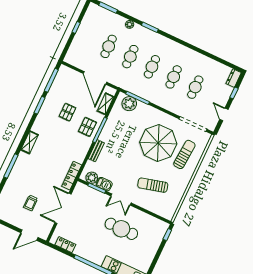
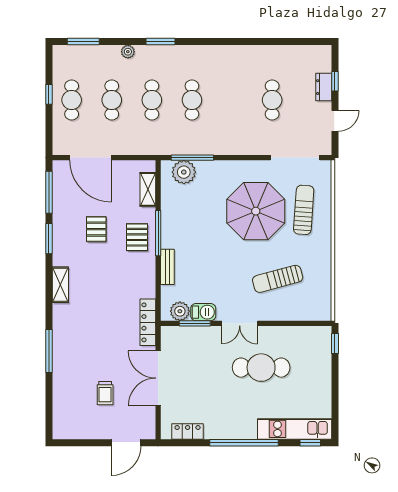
cafe table: (174, 77) -> (72, 100), moved
door: (95, 78) -> (90, 158), moved
dresser: (234, 78) -> (324, 87), moved
door: (224, 114) -> (335, 121), swing flipped
shelving: (30, 142) -> (60, 285), moved

